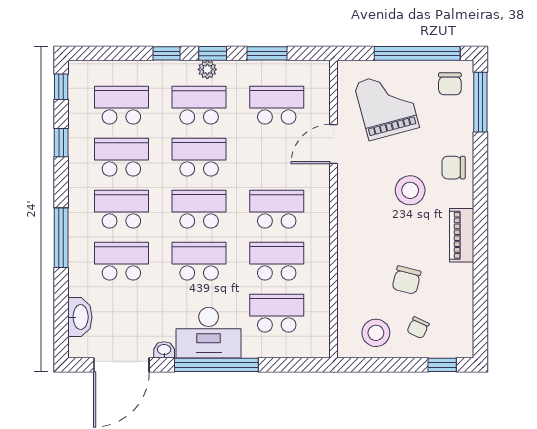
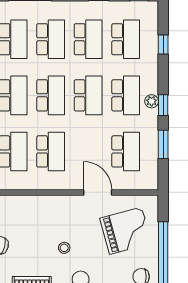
window: (166, 53) -> (163, 44), moved
stool: (410, 190) -> (64, 248), width x0.53, depth x0.53

